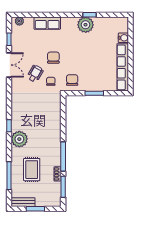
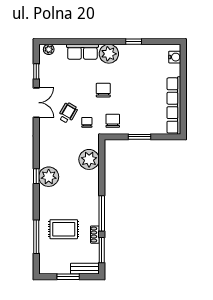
plant: (86, 25) -> (109, 54), moved
water cooler: (123, 38) -> (175, 57), moved
chair: (53, 58) -> (103, 90), moved
plant: (53, 112) -> (89, 159), added
plant: (19, 139) -> (49, 177), moved
rug: (32, 170) -> (64, 229), turned 90
bench: (23, 202) -> (85, 269), moved

